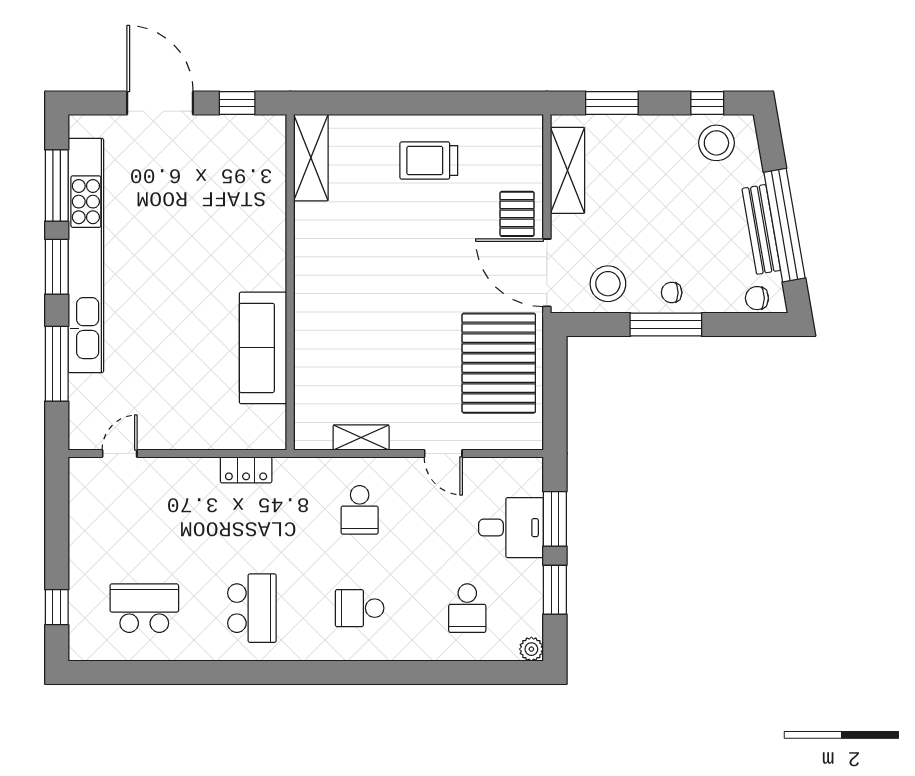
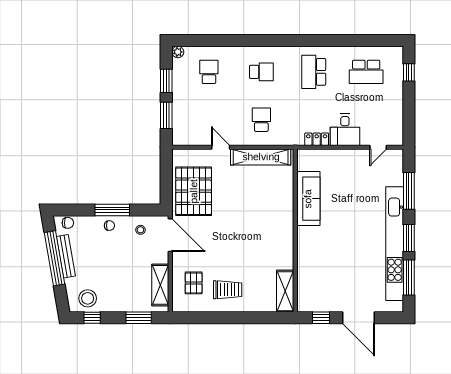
pallet: (517, 214) -> (194, 283), moved
stool: (608, 284) -> (140, 230), width x0.53, depth x0.53
shelving: (361, 437) -> (261, 157), width x2.20, depth x1.33
desk: (511, 528) -> (345, 130), moved, turned -90

